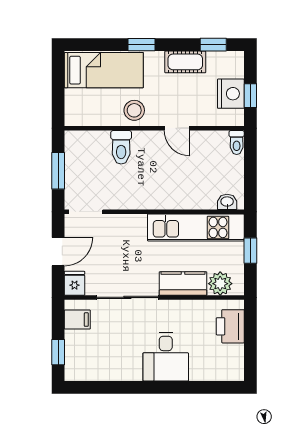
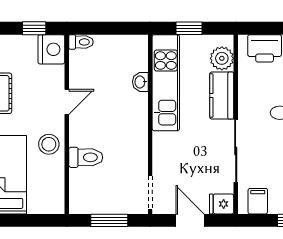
nightstand: (231, 94) -> (51, 49), moved, turned 90
washbasin: (227, 202) -> (140, 82), moved

